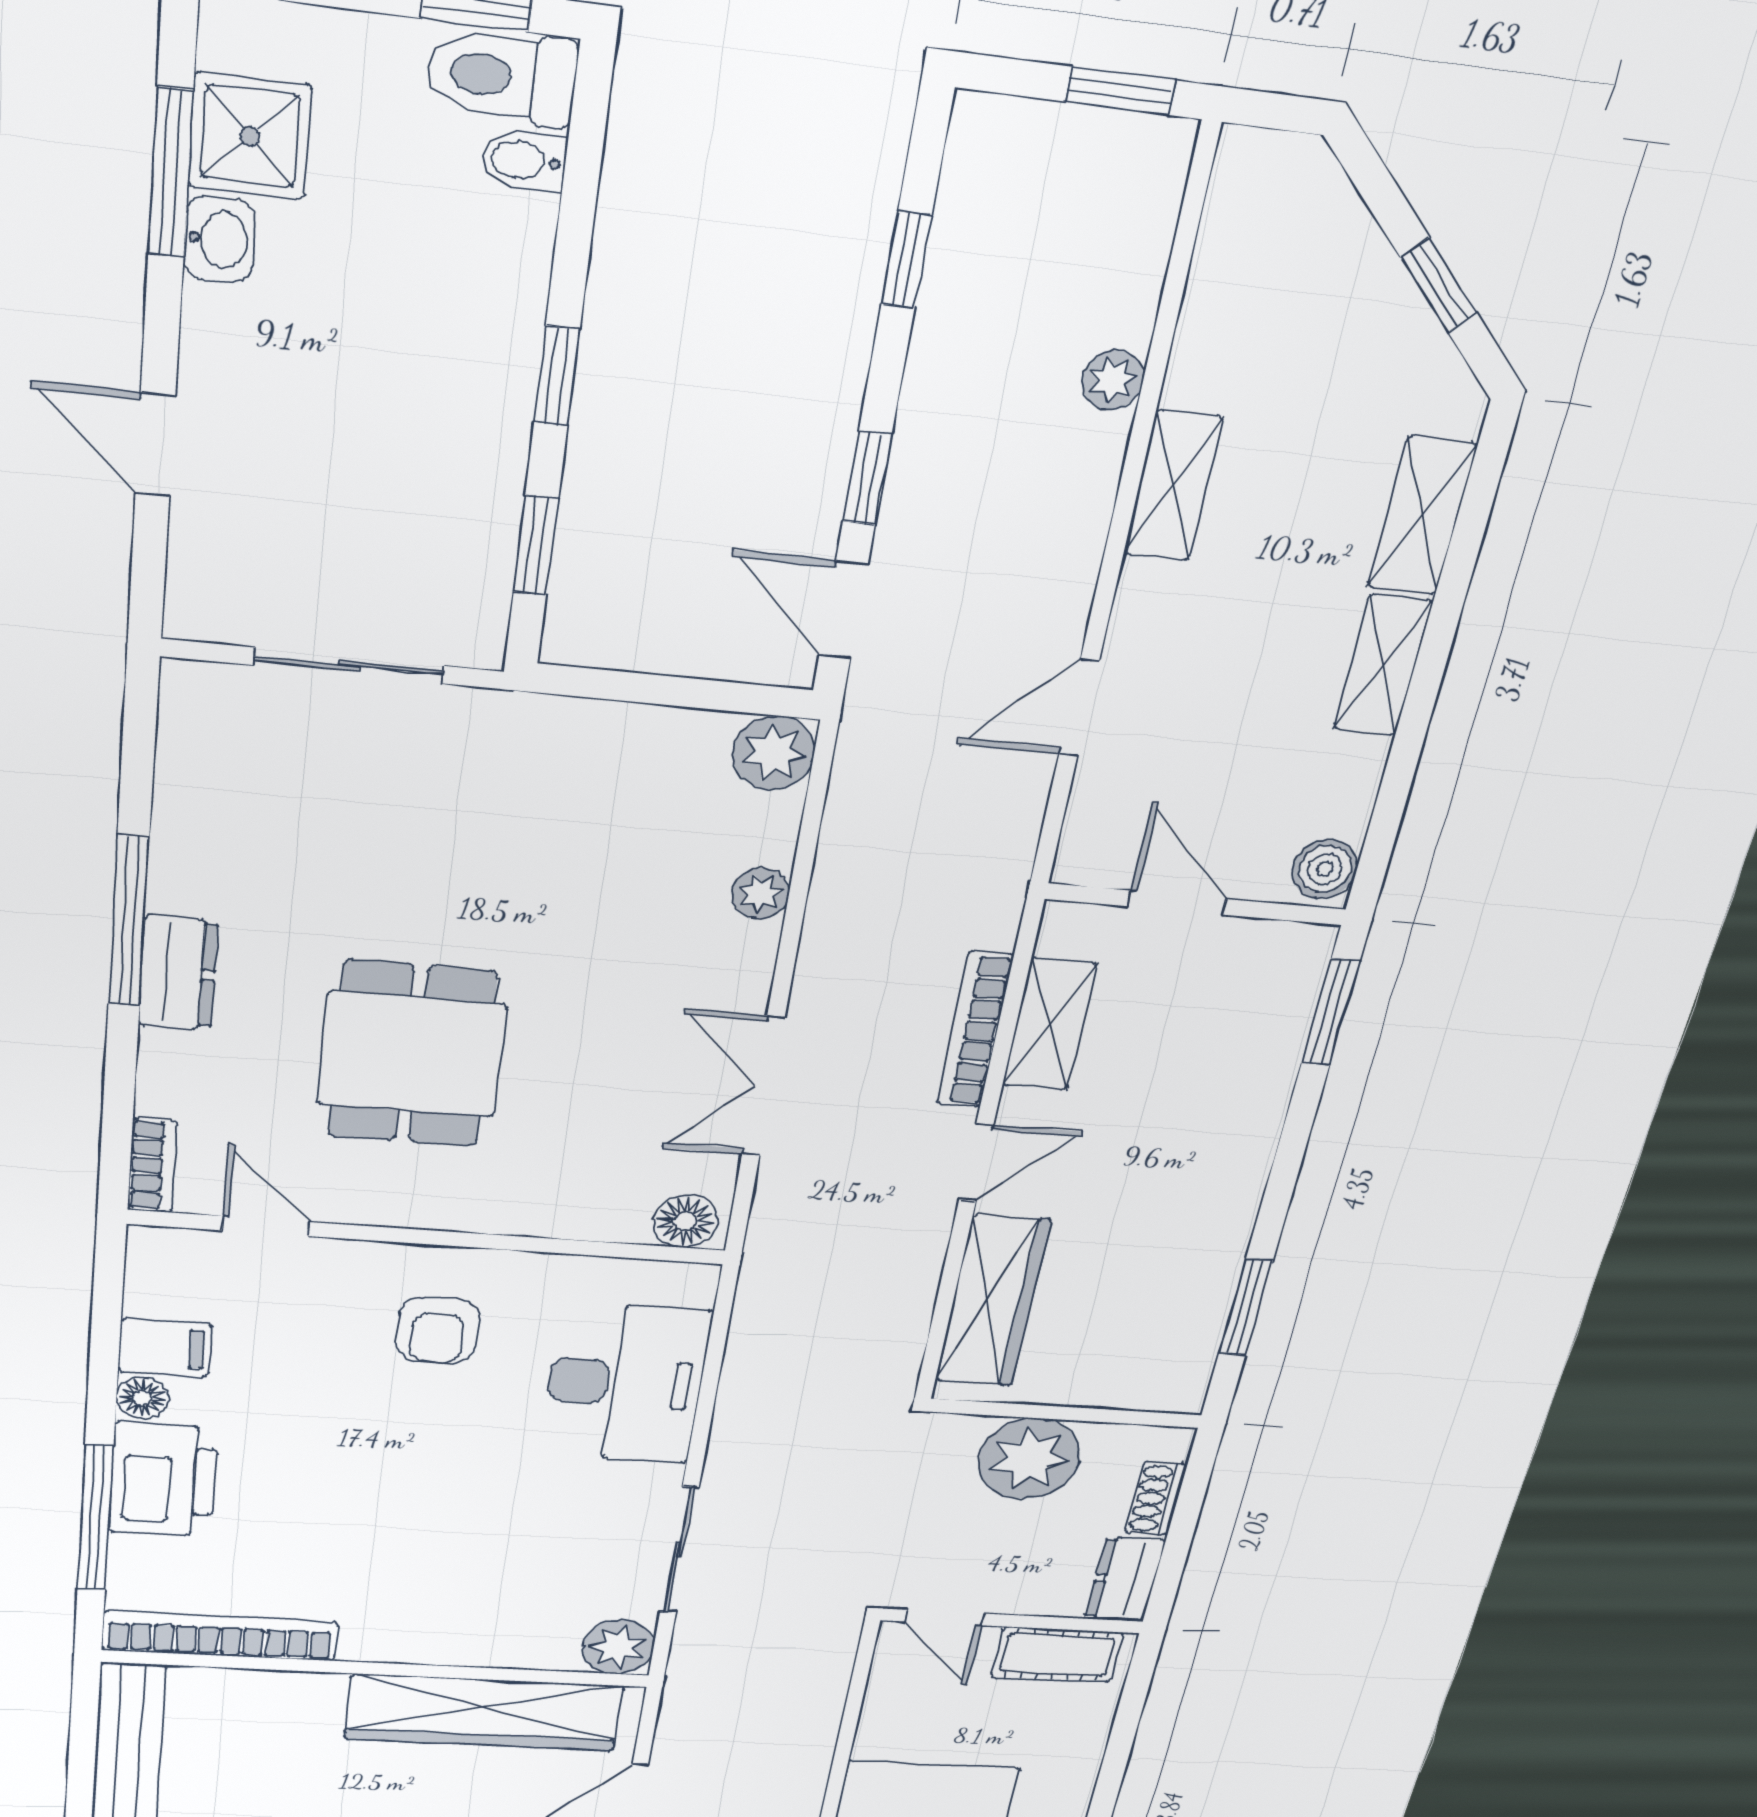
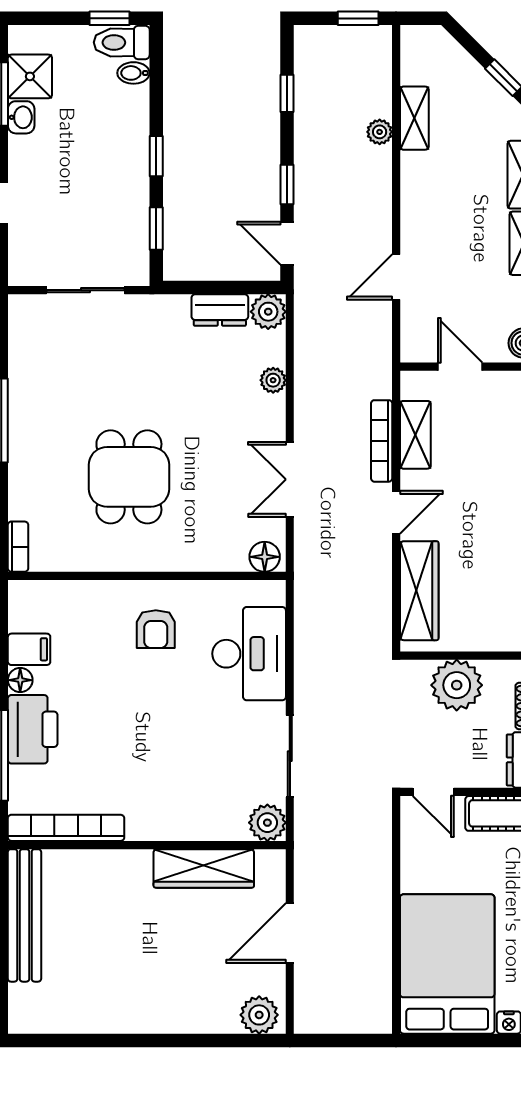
shelving: (1173, 486) -> (414, 118), moved
dresser: (178, 973) -> (220, 310), moved, turned 90
door: (266, 1226) -> (71, 576), removed
wardrobe: (484, 1712) -> (204, 868), width x0.71, depth x0.85

